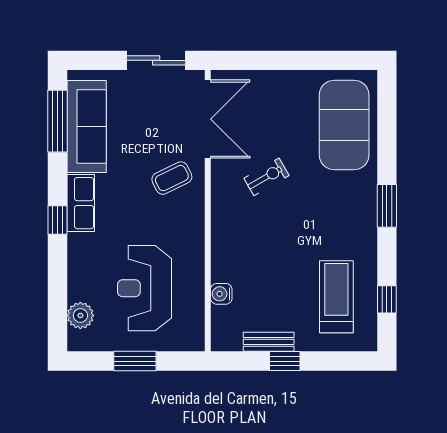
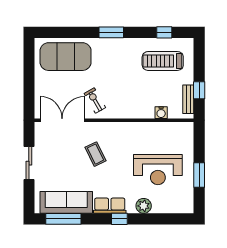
double door: (208, 119) -> (62, 120), moved
wall: (208, 211) -> (114, 120), moved
water cooler: (221, 294) -> (161, 113), moved
plant: (80, 315) -> (144, 206), moved

